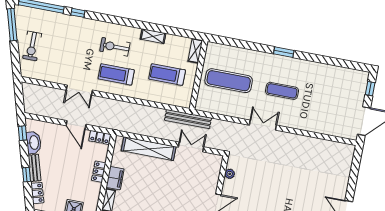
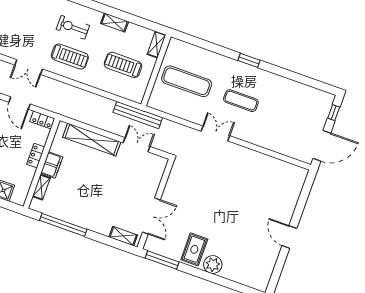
treadmill: (116, 74) -> (70, 56), turned 180
plant: (230, 174) -> (173, 179), removed

